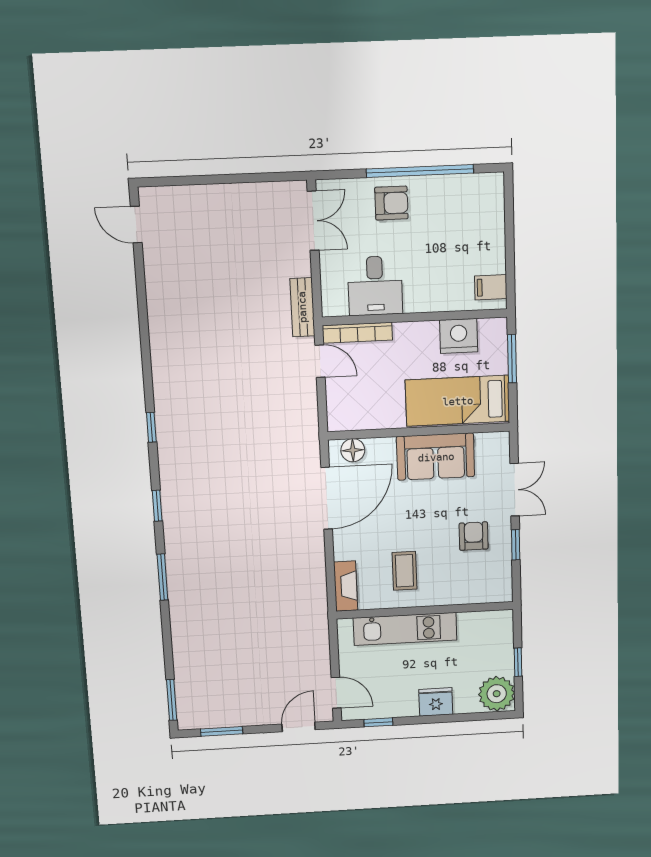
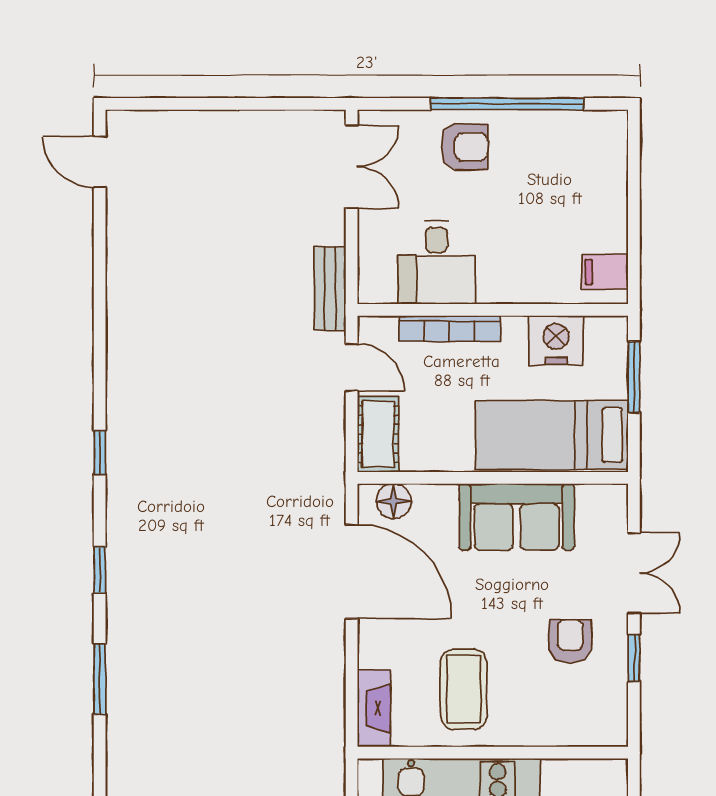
bookcase: (357, 333) -> (449, 329), moved
cot: (340, 406) -> (378, 434), added
door: (327, 498) -> (352, 572), hinge flipped
coffee table: (404, 571) -> (464, 689), width x1.36, depth x1.30

